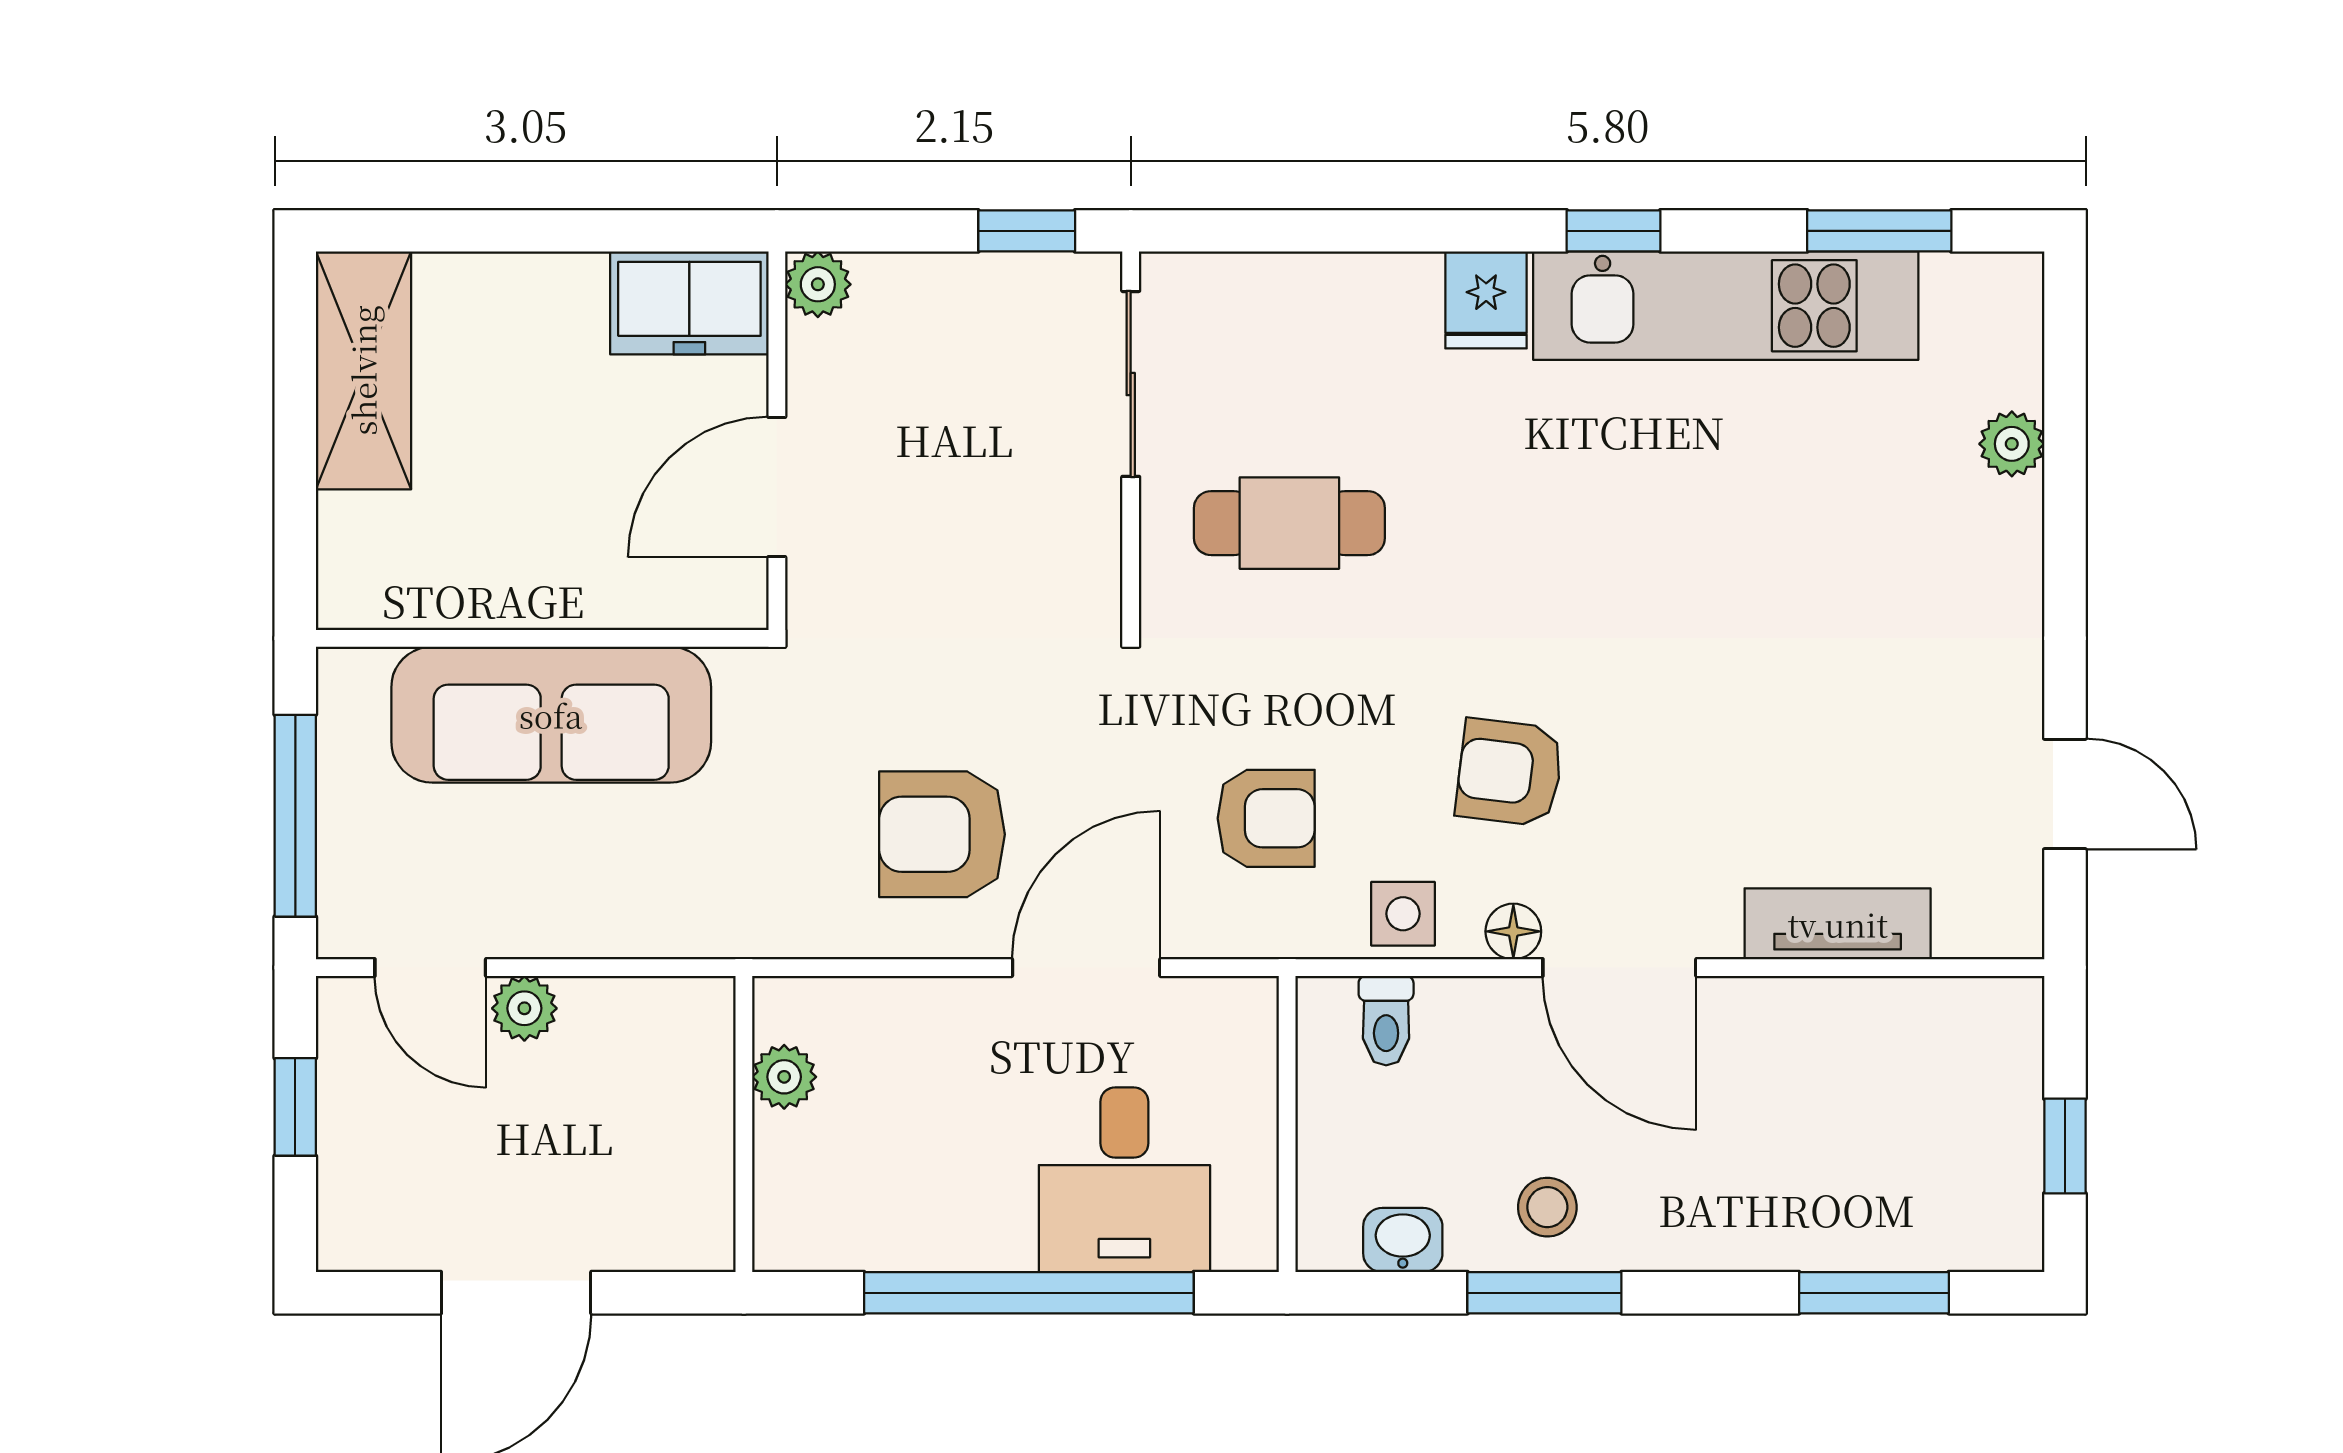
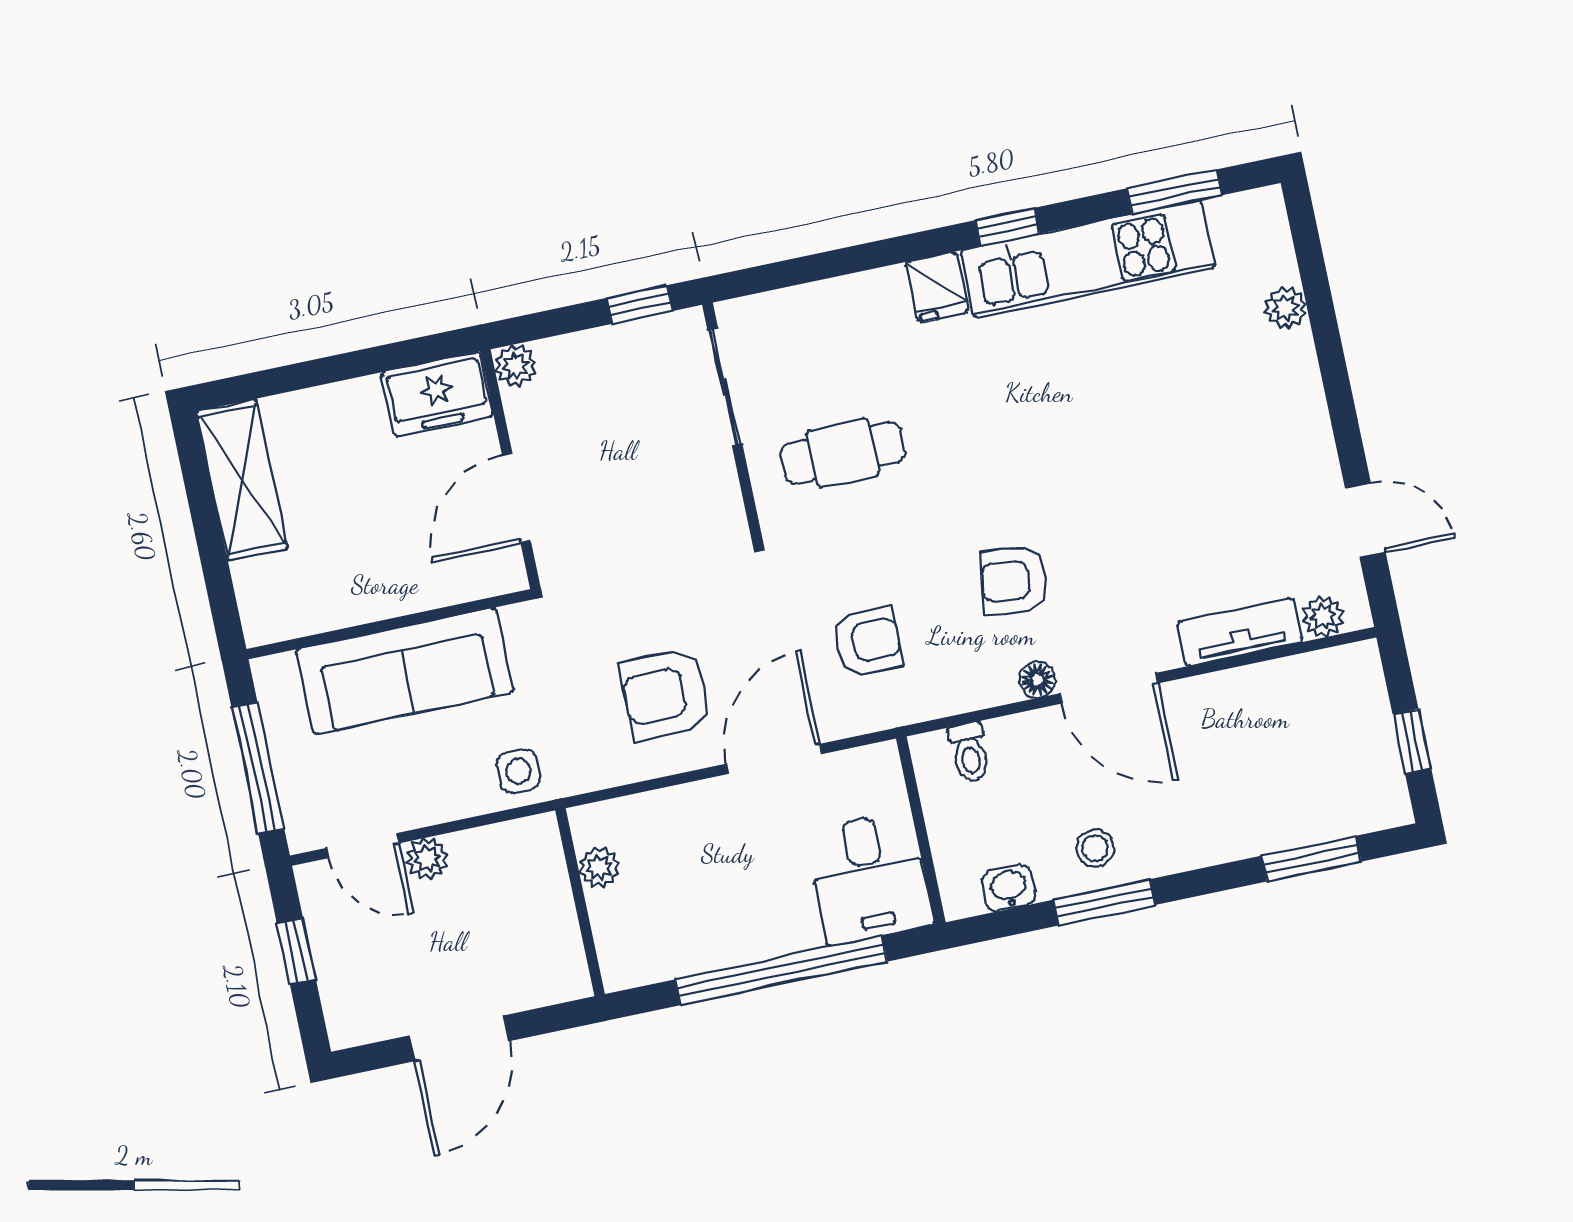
side table: (1403, 914) -> (518, 771), moved
plant: (1970, 927) -> (1323, 617), added
desk: (1124, 1180) -> (869, 878), moved

